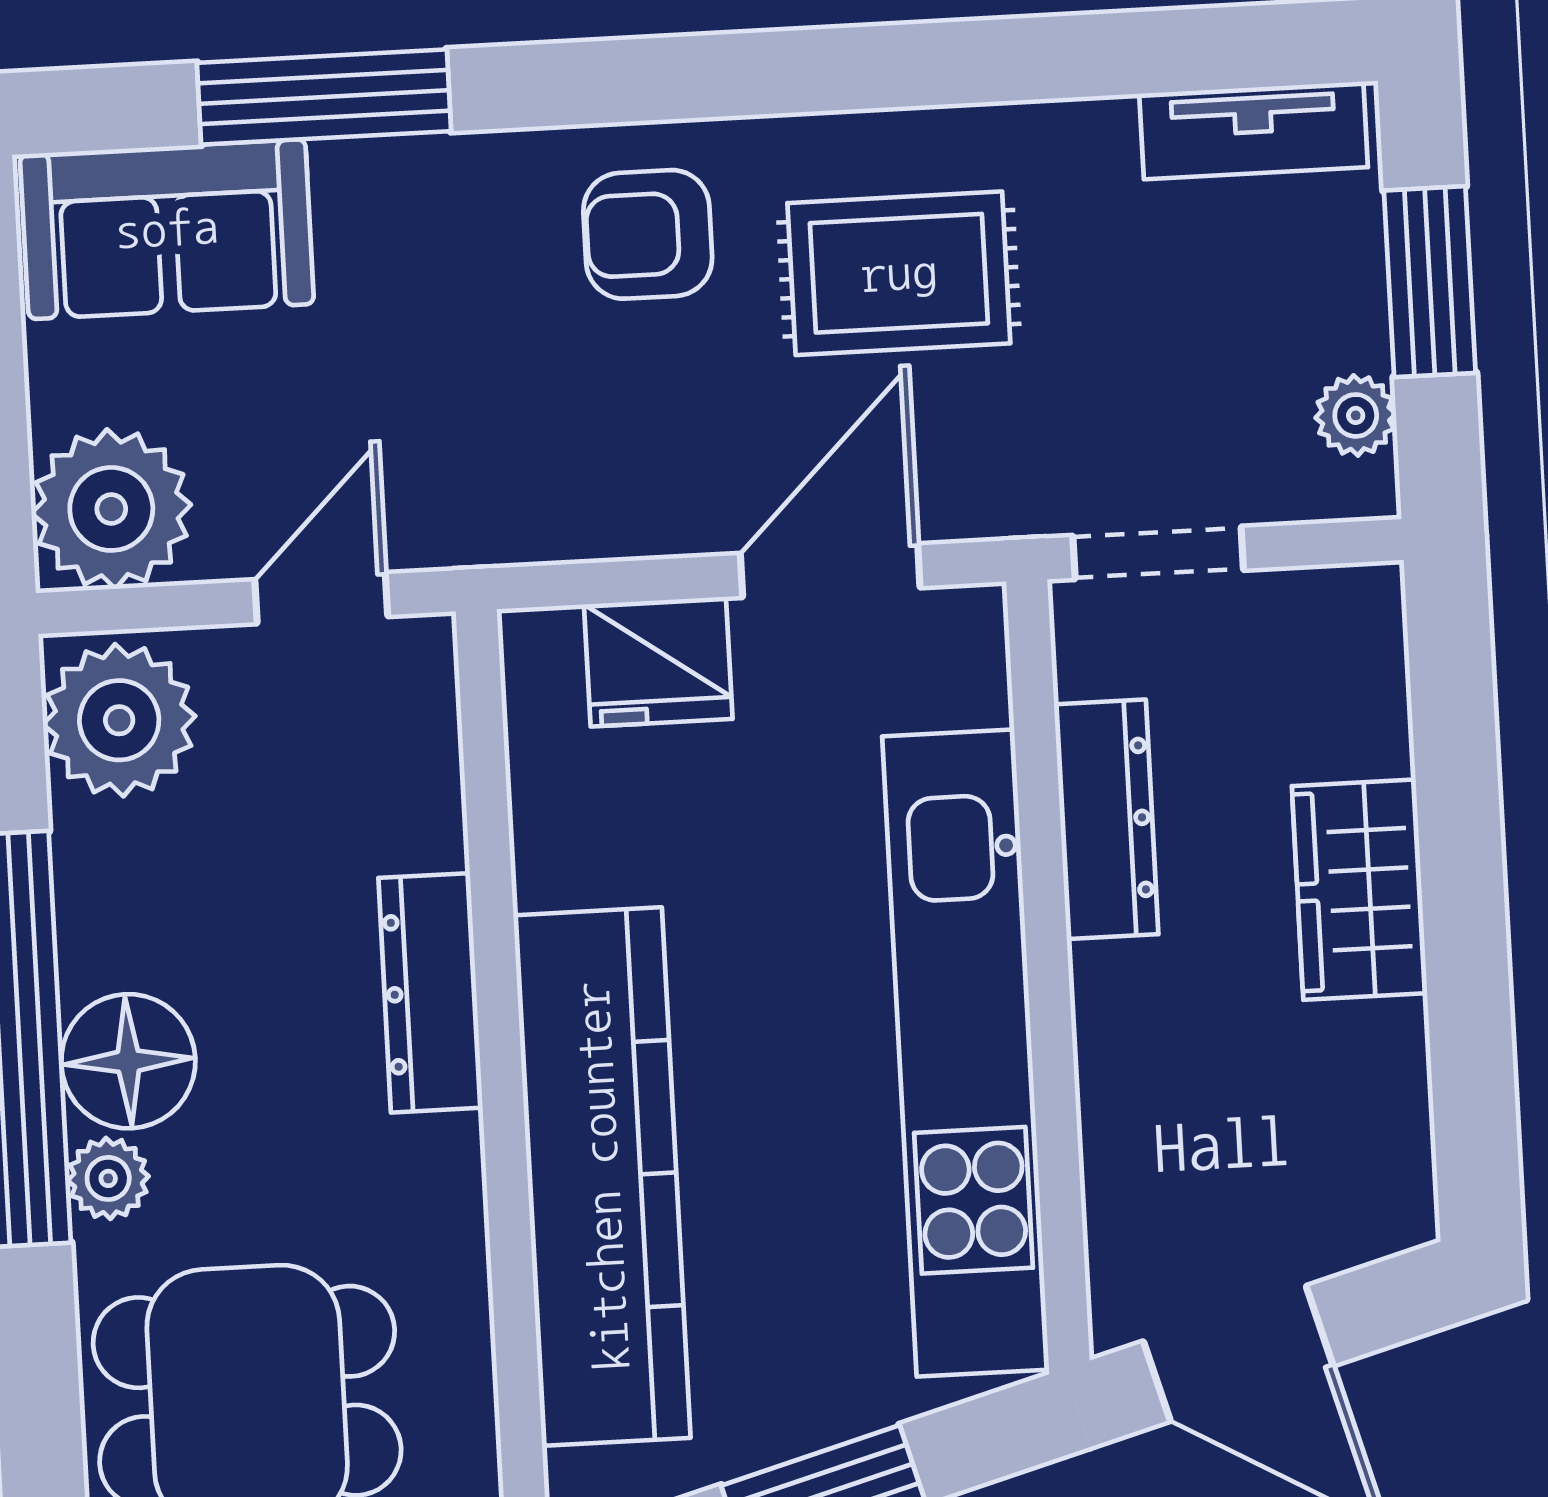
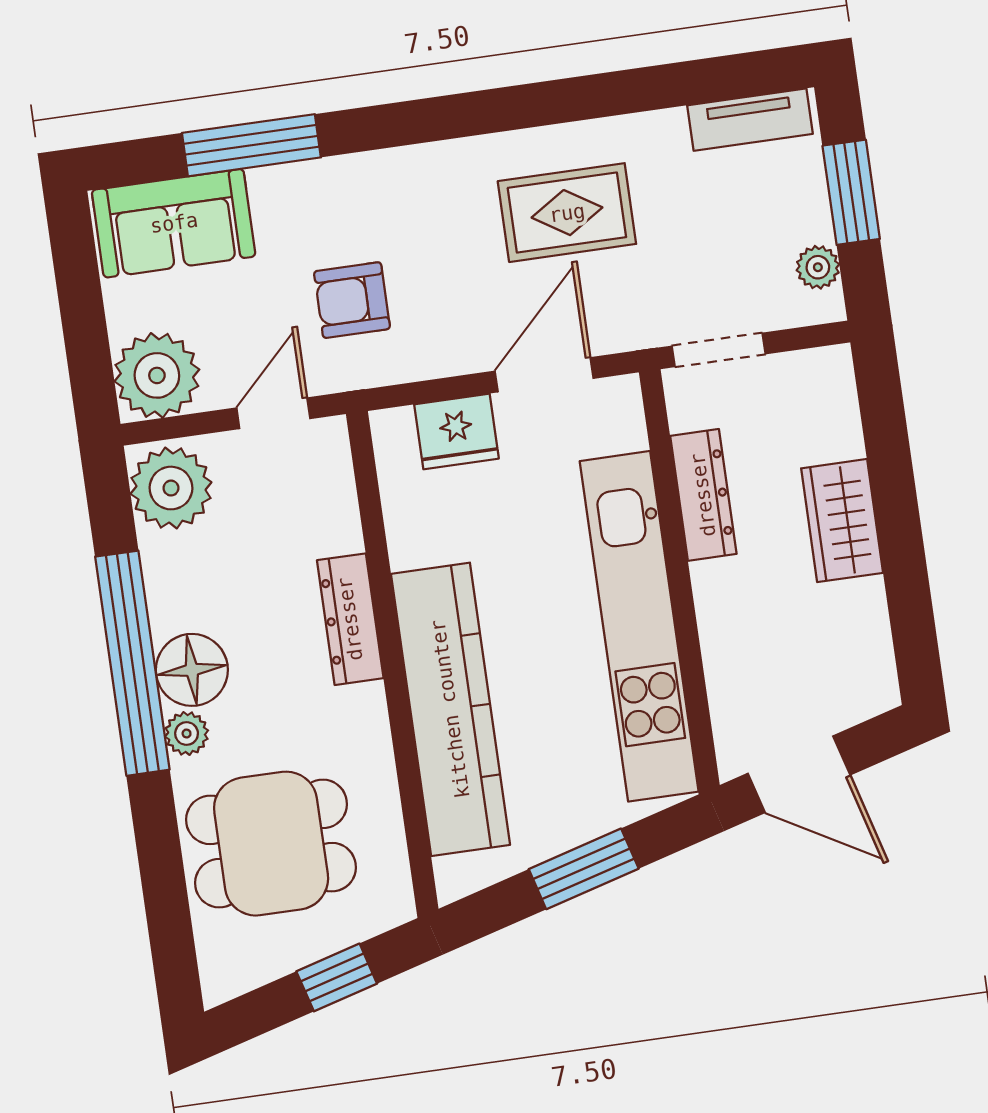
armchair: (648, 234) -> (352, 300), moved

